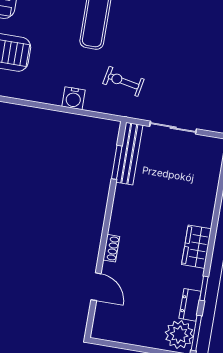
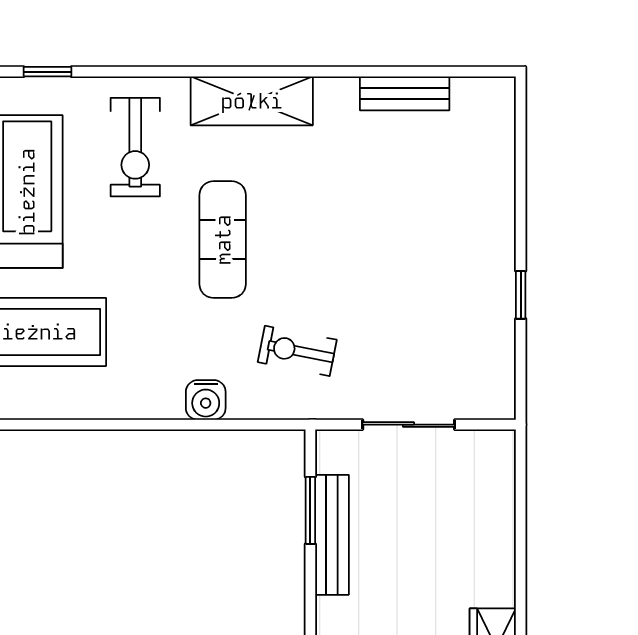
bench: (129, 154) -> (332, 535), moved

